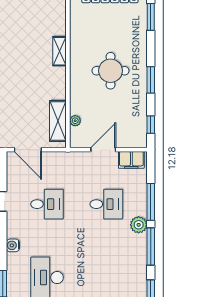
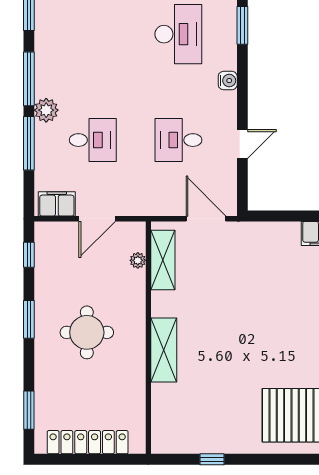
shelving: (59, 51) -> (164, 350), width x1.50, depth x1.33
desk: (106, 204) -> (93, 140), turned 180

